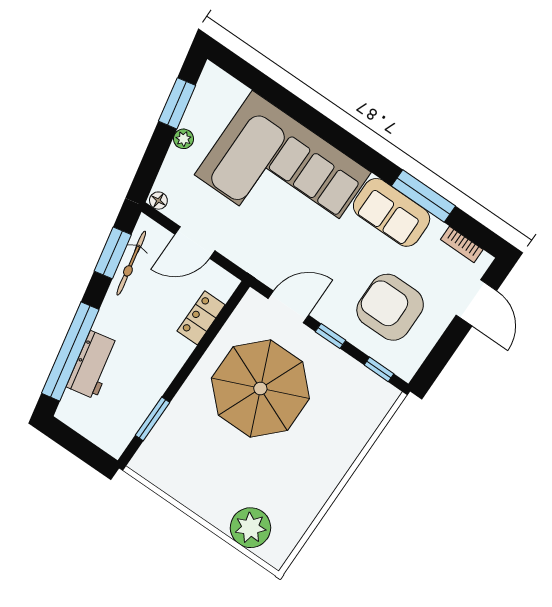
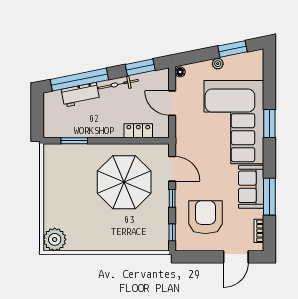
window: (319, 124) -> (269, 124), added
bicycle: (131, 263) -> (118, 84), moved
plant: (250, 528) -> (55, 239), moved

